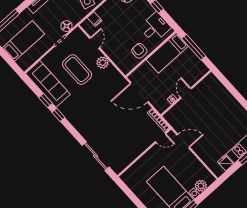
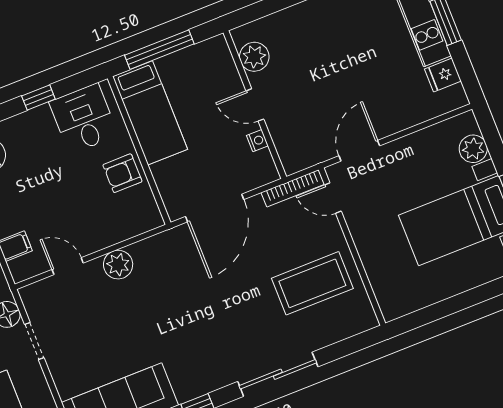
coffee table: (77, 70) -> (312, 283), moved
plant: (205, 86) -> (254, 57), added
door: (161, 138) -> (333, 198), swing flipped
sliding door: (96, 156) -> (278, 374), moved

